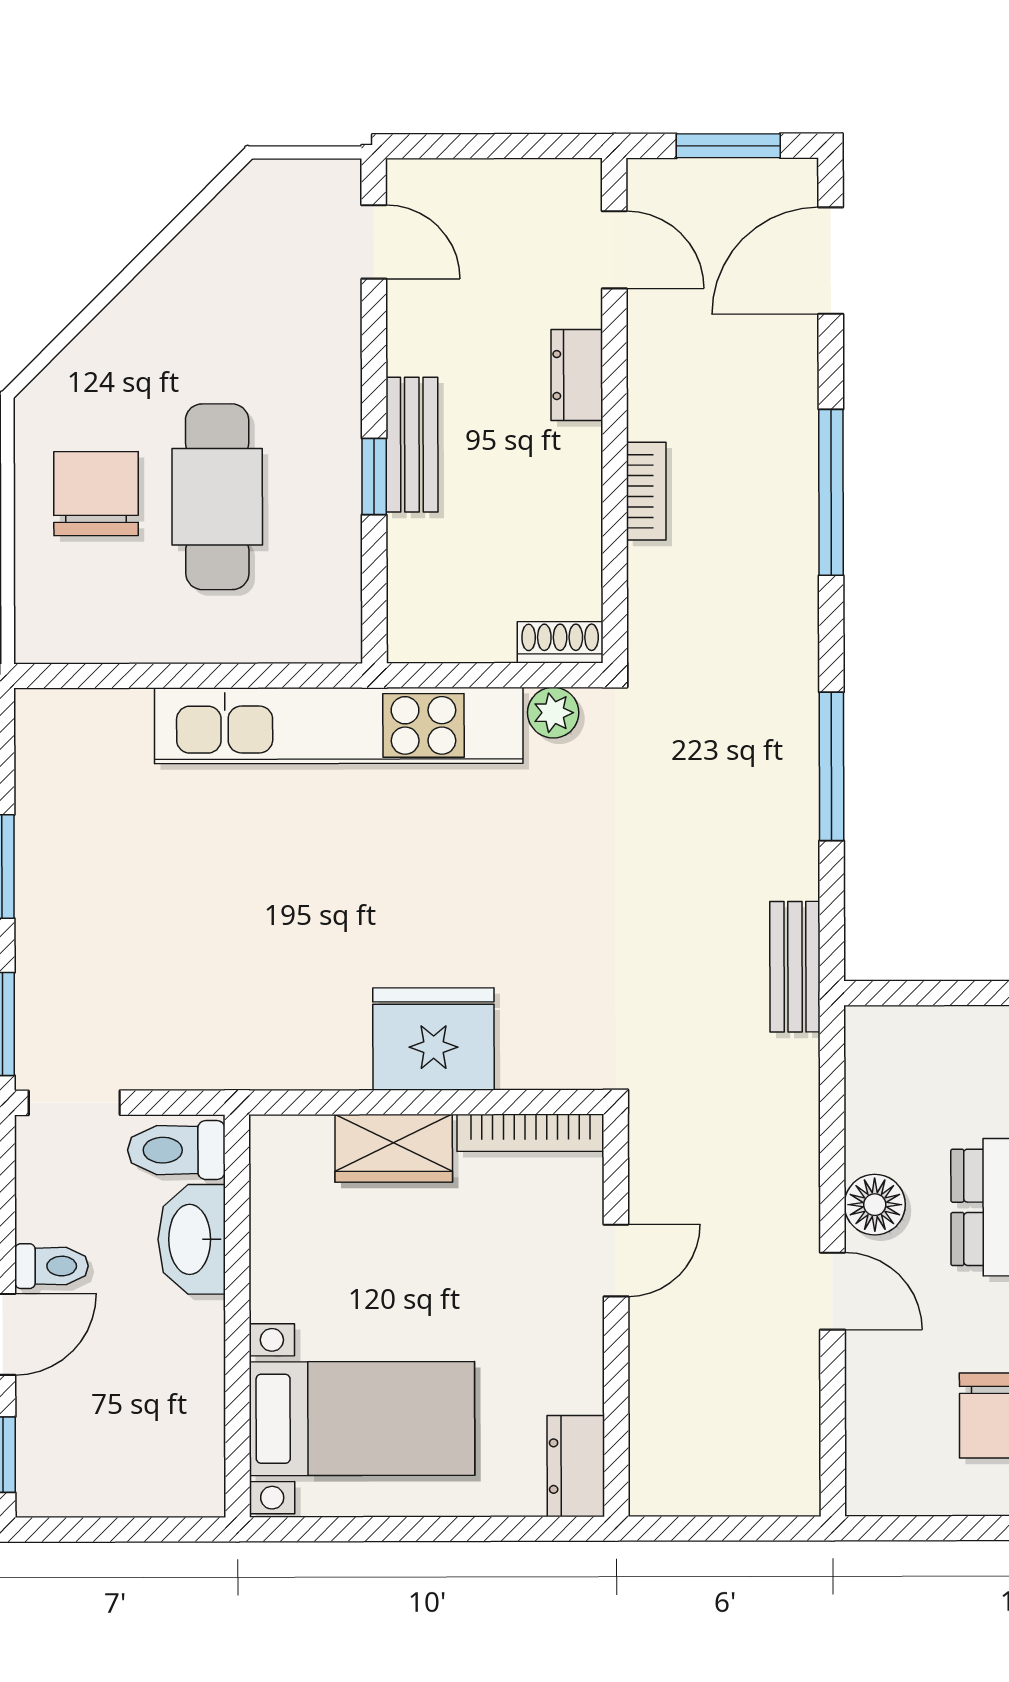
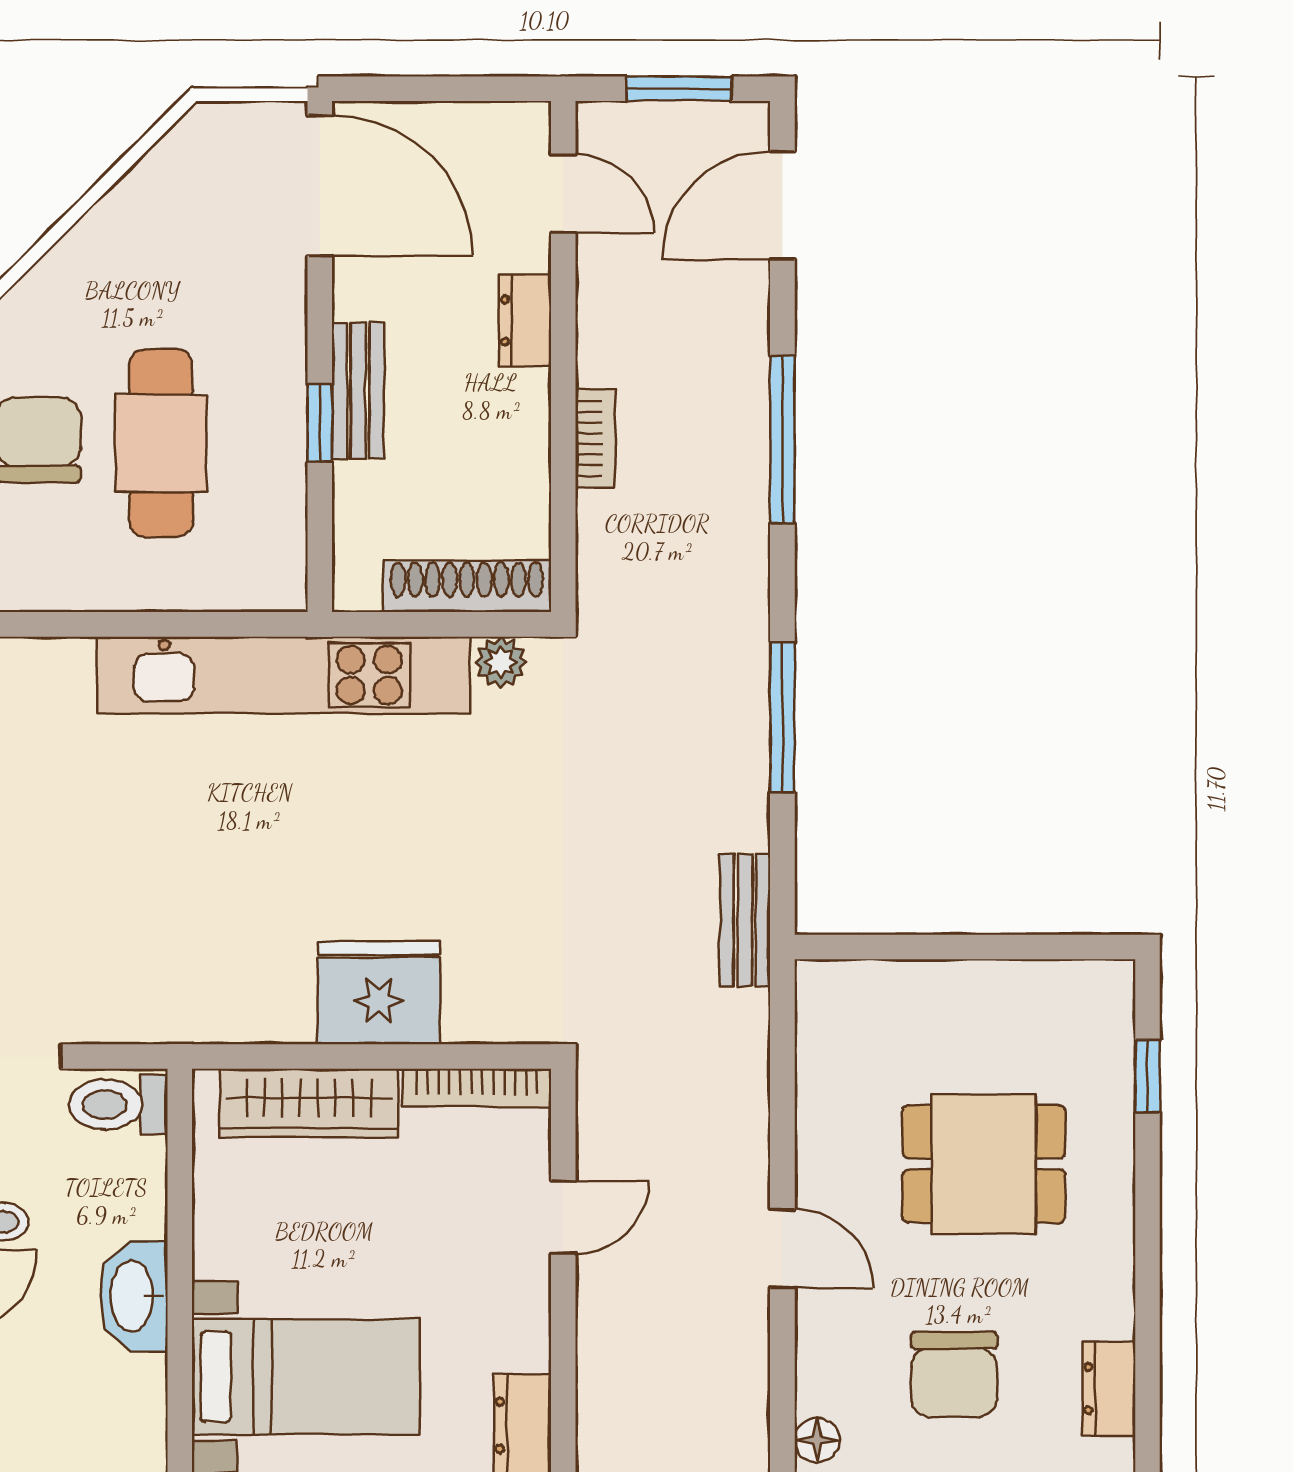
door: (374, 242) -> (320, 185), width x1.87
shoe rack: (560, 642) -> (467, 586), width x1.94, depth x1.24
wardrobe: (394, 1148) -> (309, 1103), width x1.50
floor lamp: (875, 1205) -> (817, 1440), moved, width x0.73, depth x0.73
washbasin: (192, 1239) -> (134, 1296), moved

